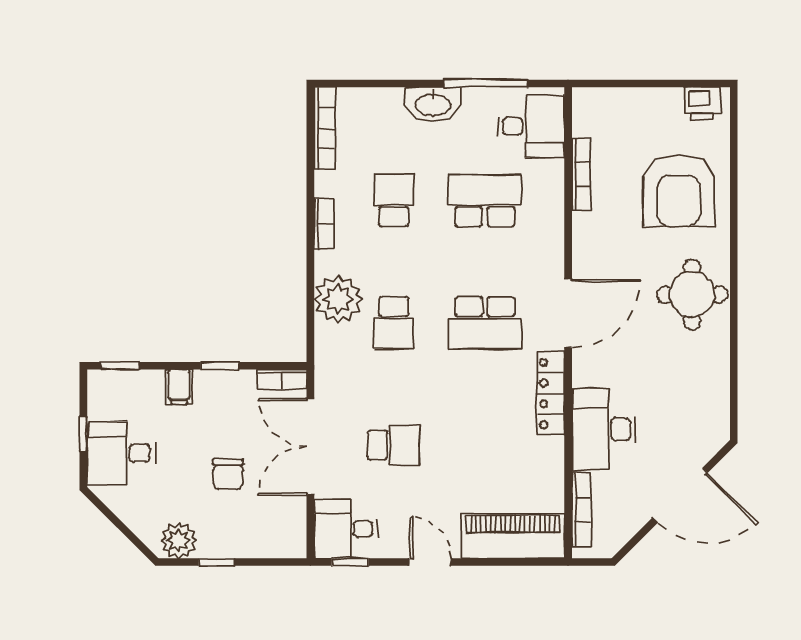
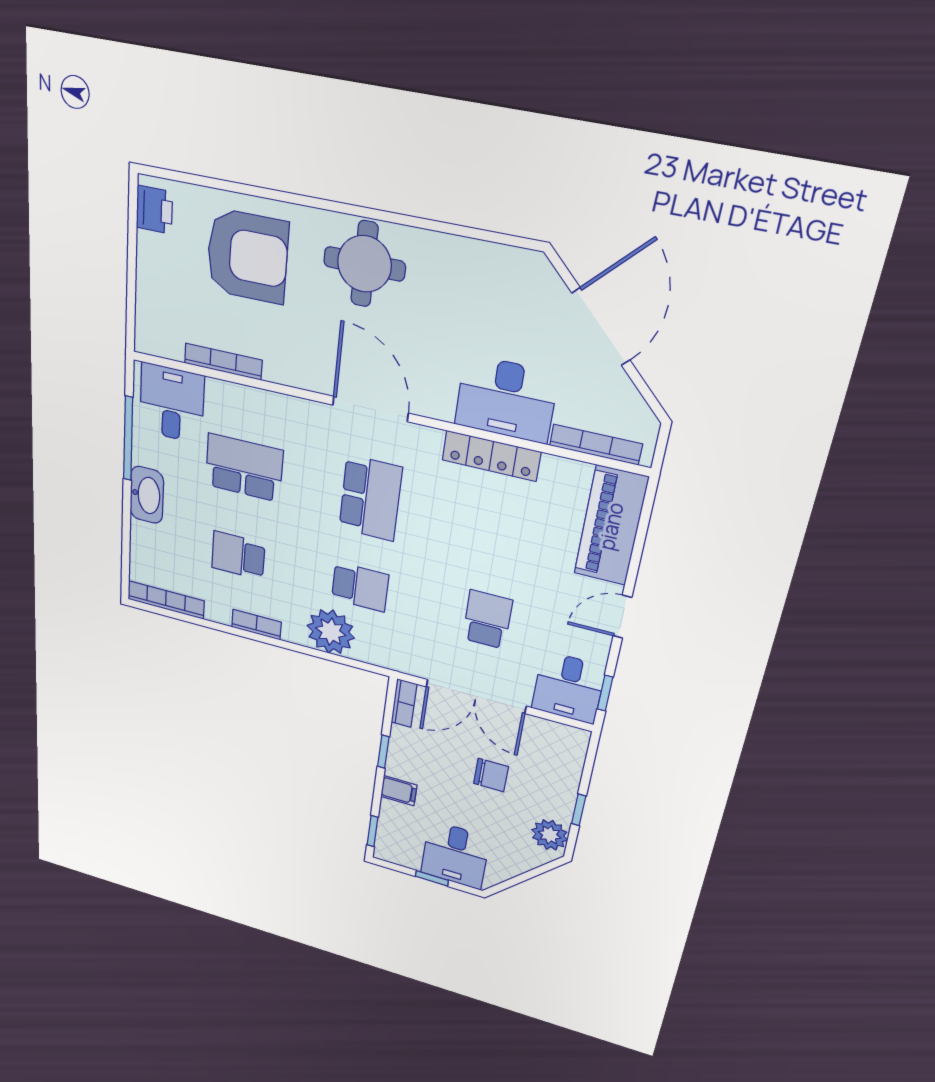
school desk: (485, 200) -> (244, 468), turned 90
locker: (551, 393) -> (491, 456), moved

